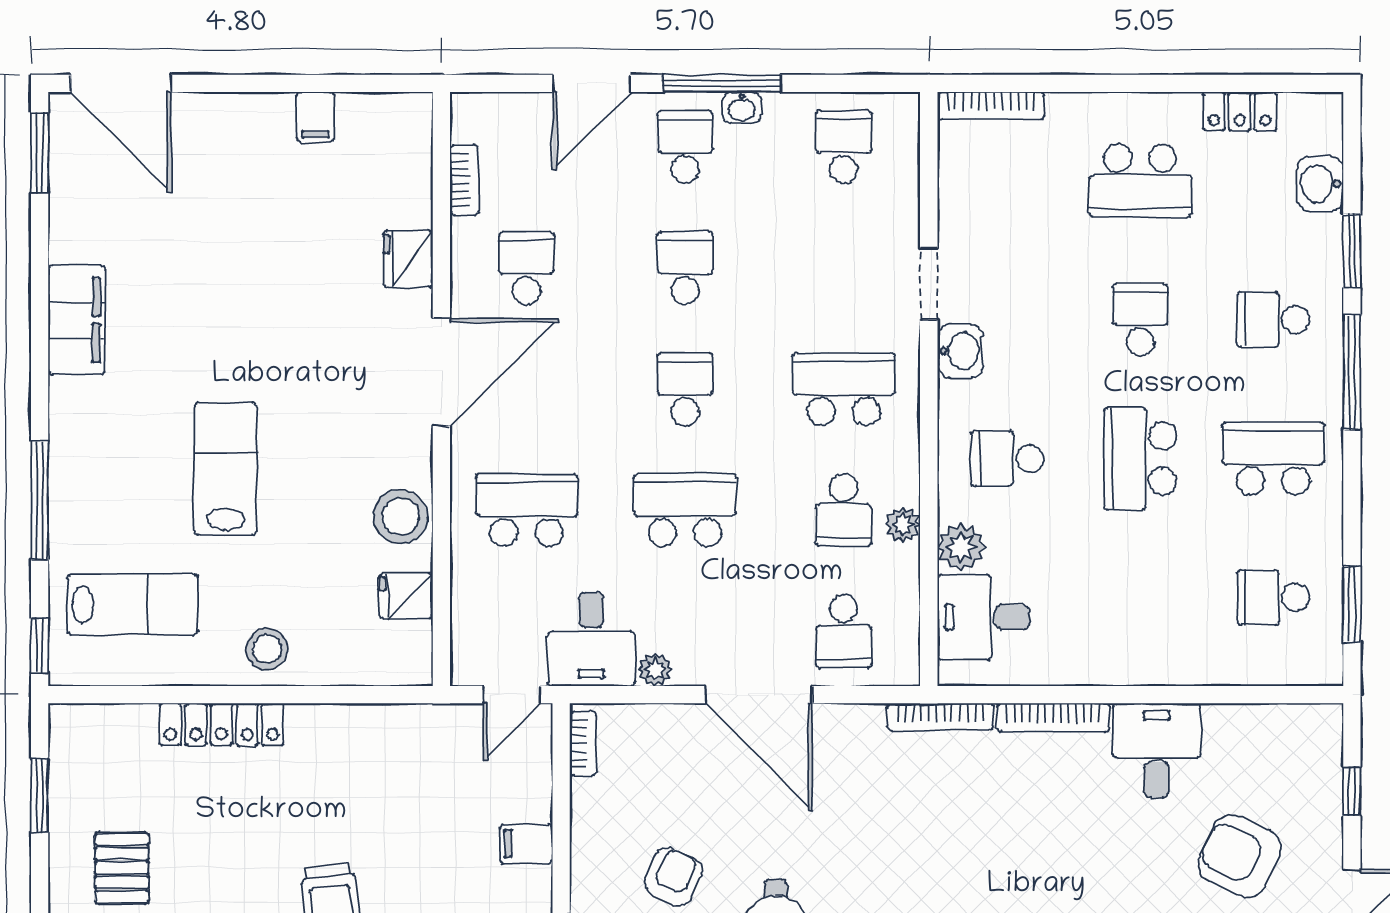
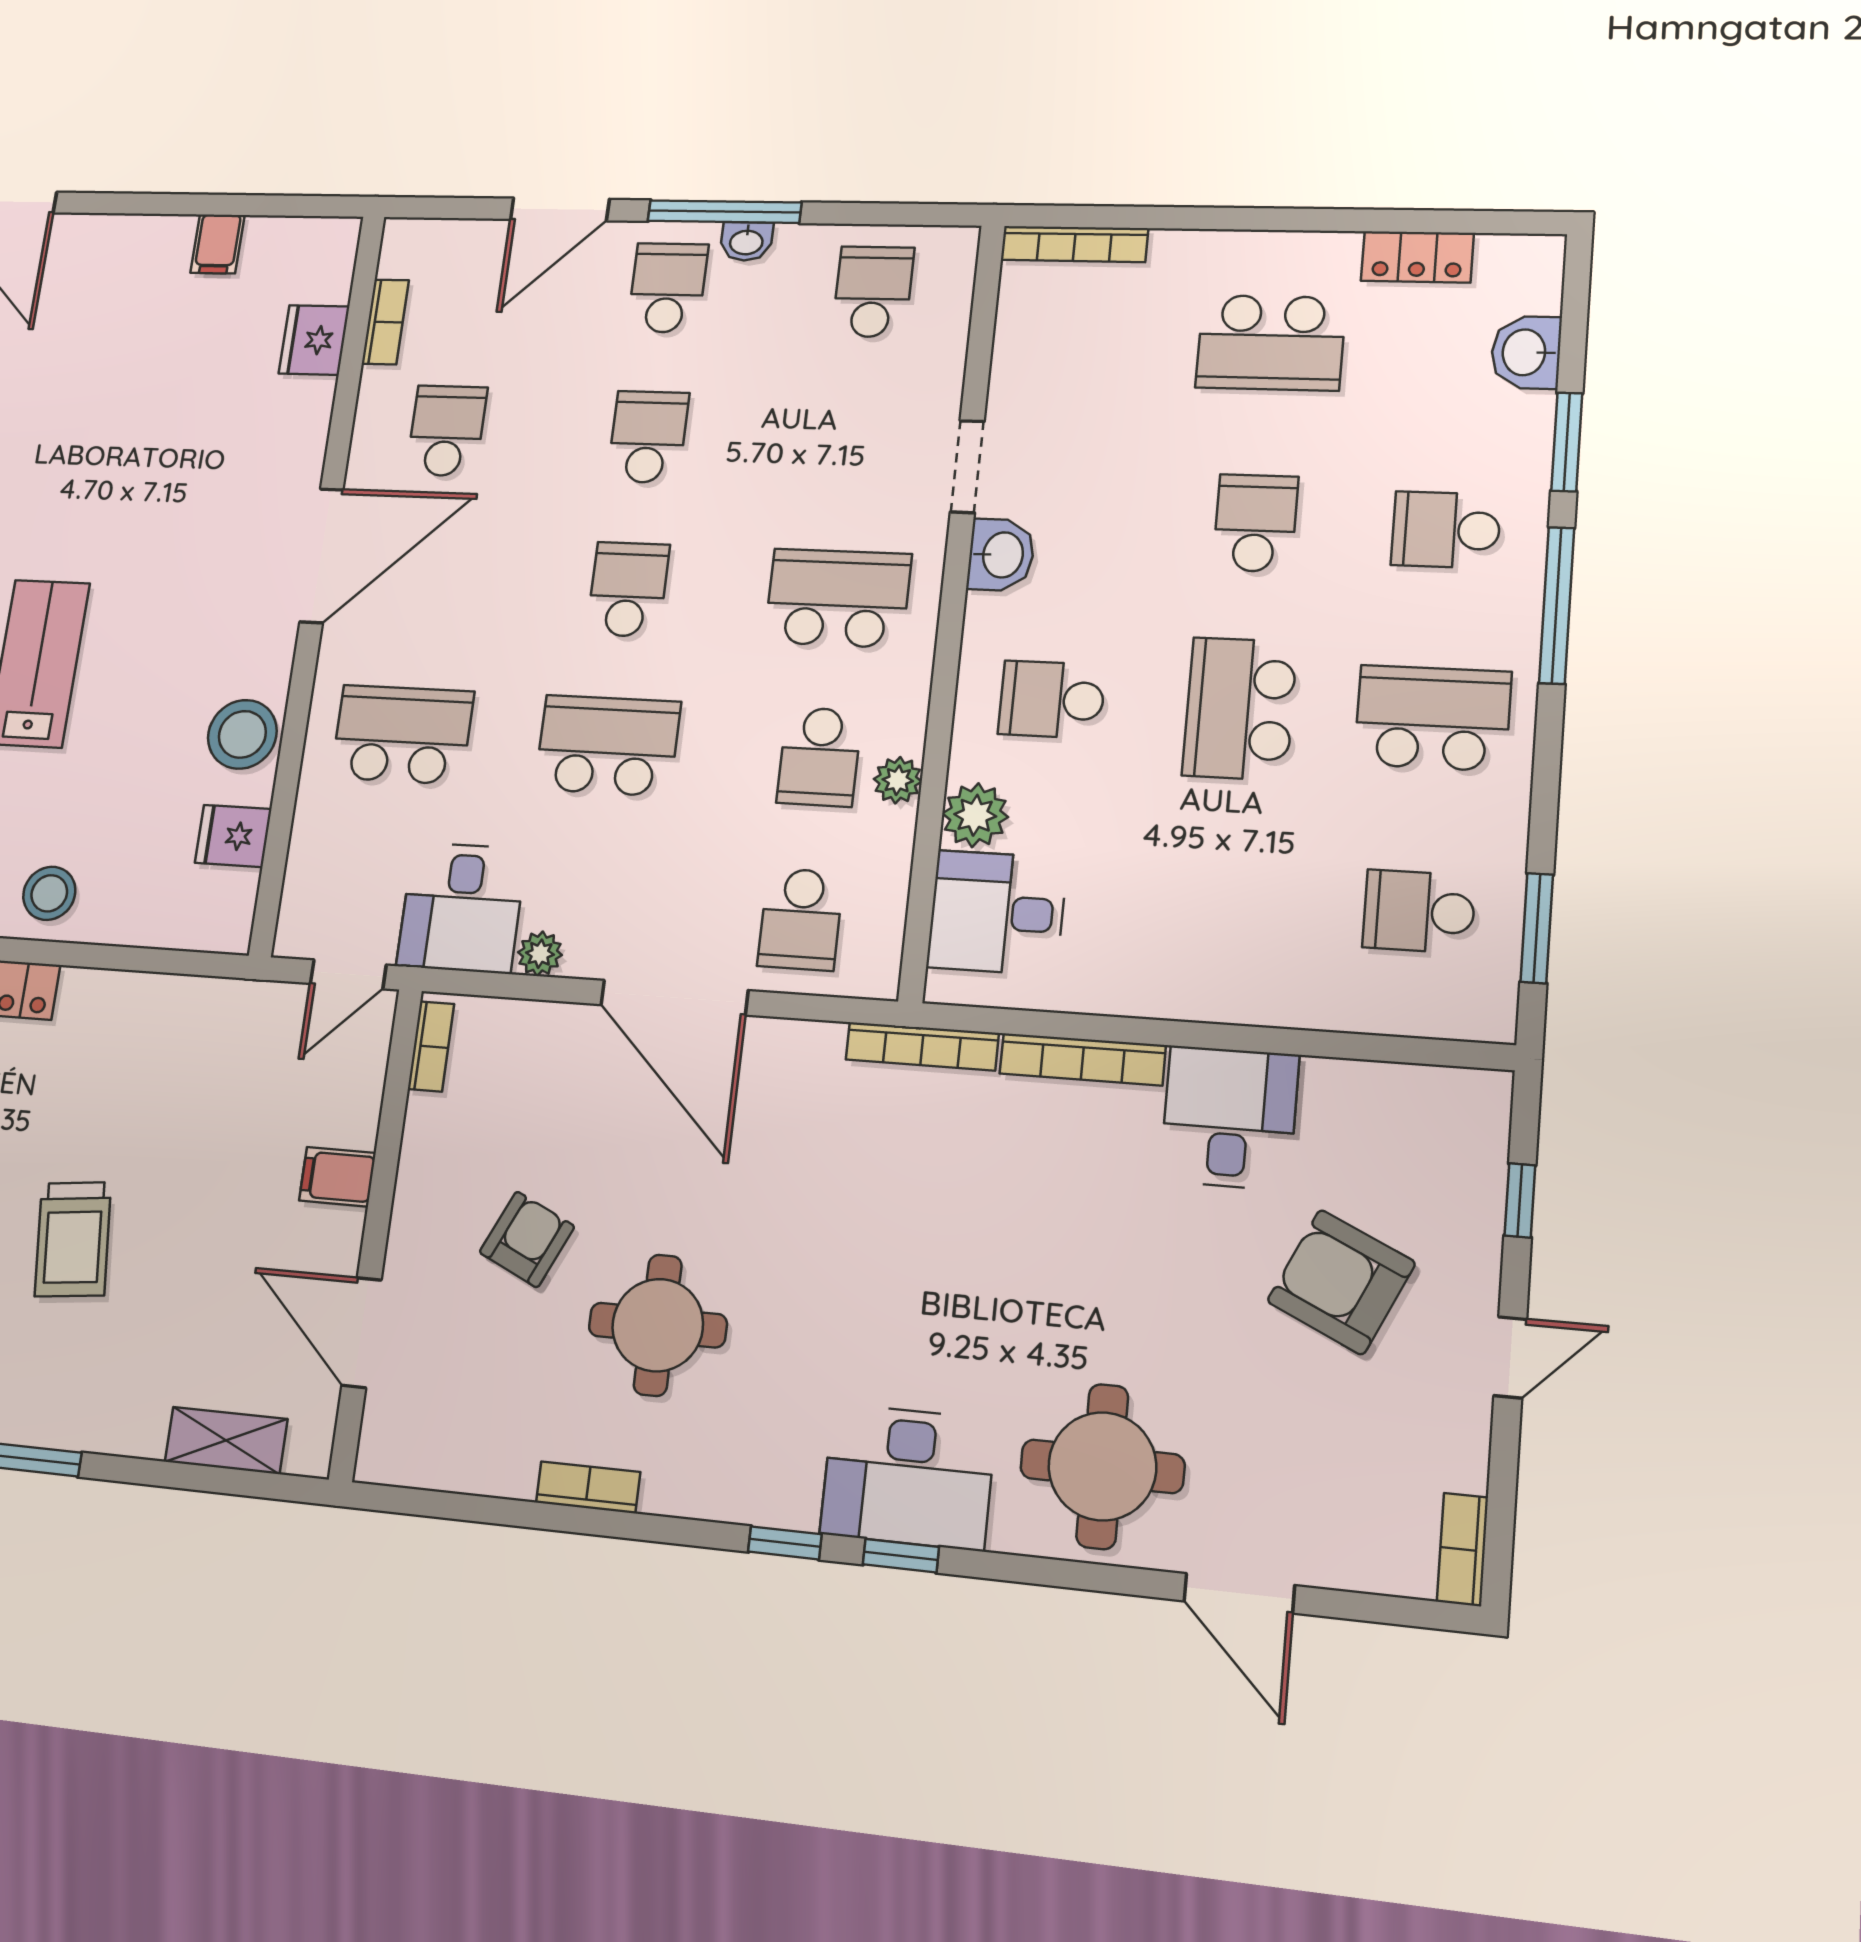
fridge: (408, 259) -> (314, 340), moved

